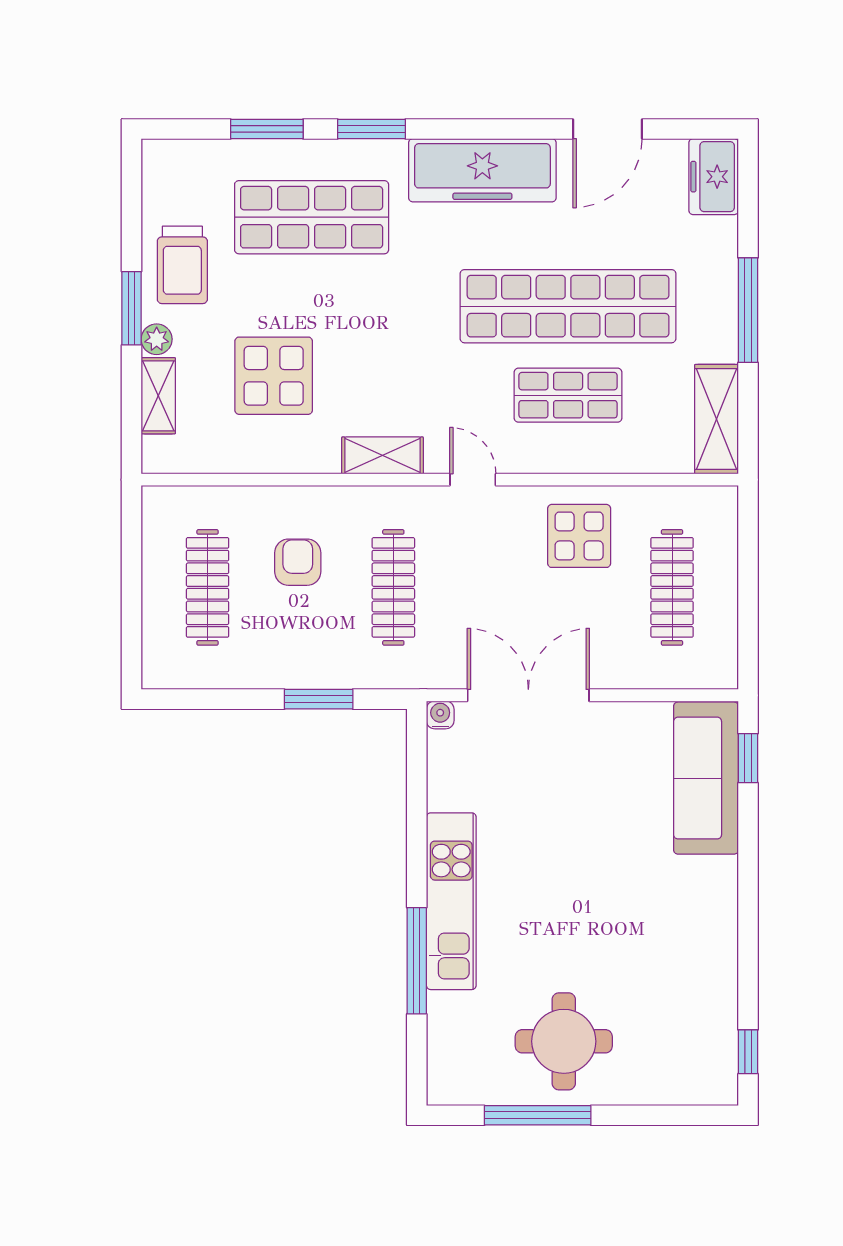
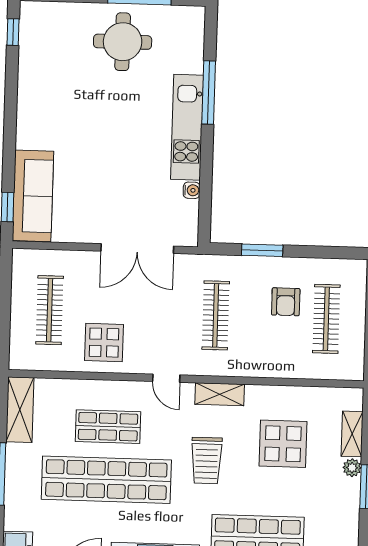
trolley: (182, 265) -> (207, 461), moved, turned 180
armchair: (298, 562) -> (286, 302), moved
water cooler: (440, 715) -> (192, 190), moved, turned -90

